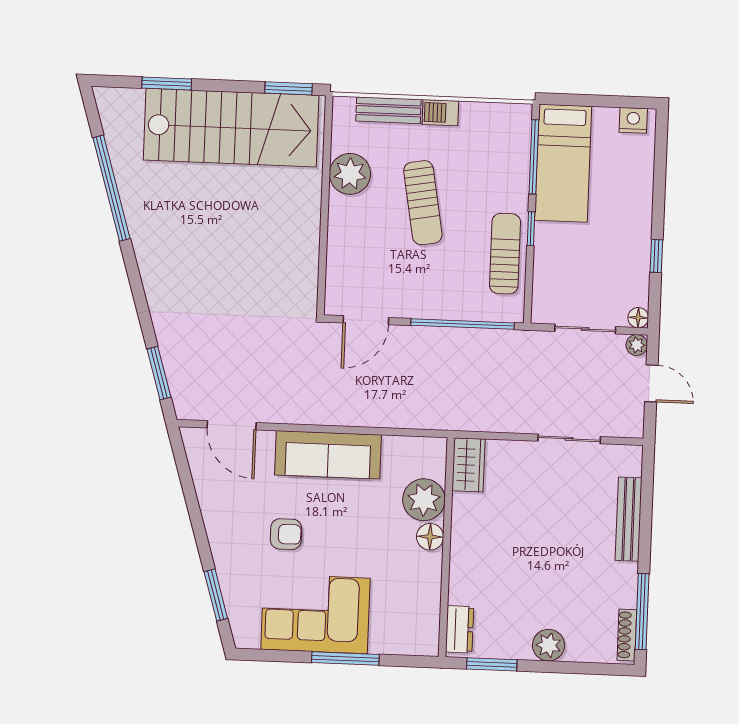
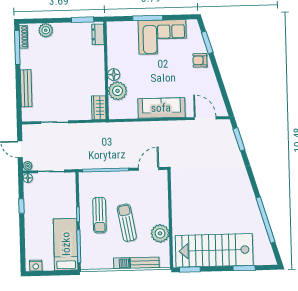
sun lounger: (505, 254) -> (99, 215), moved
armchair: (286, 534) -> (200, 60), moved
plant: (549, 645) -> (46, 30), moved

